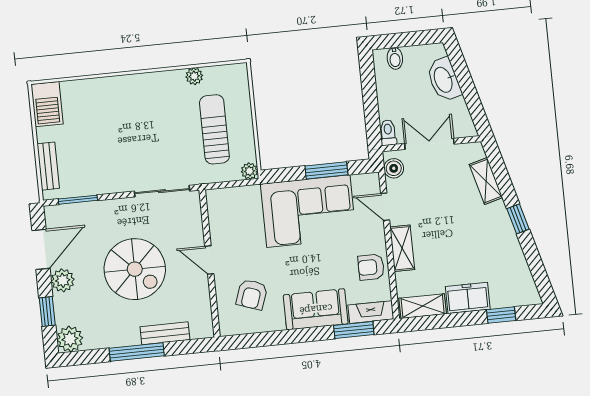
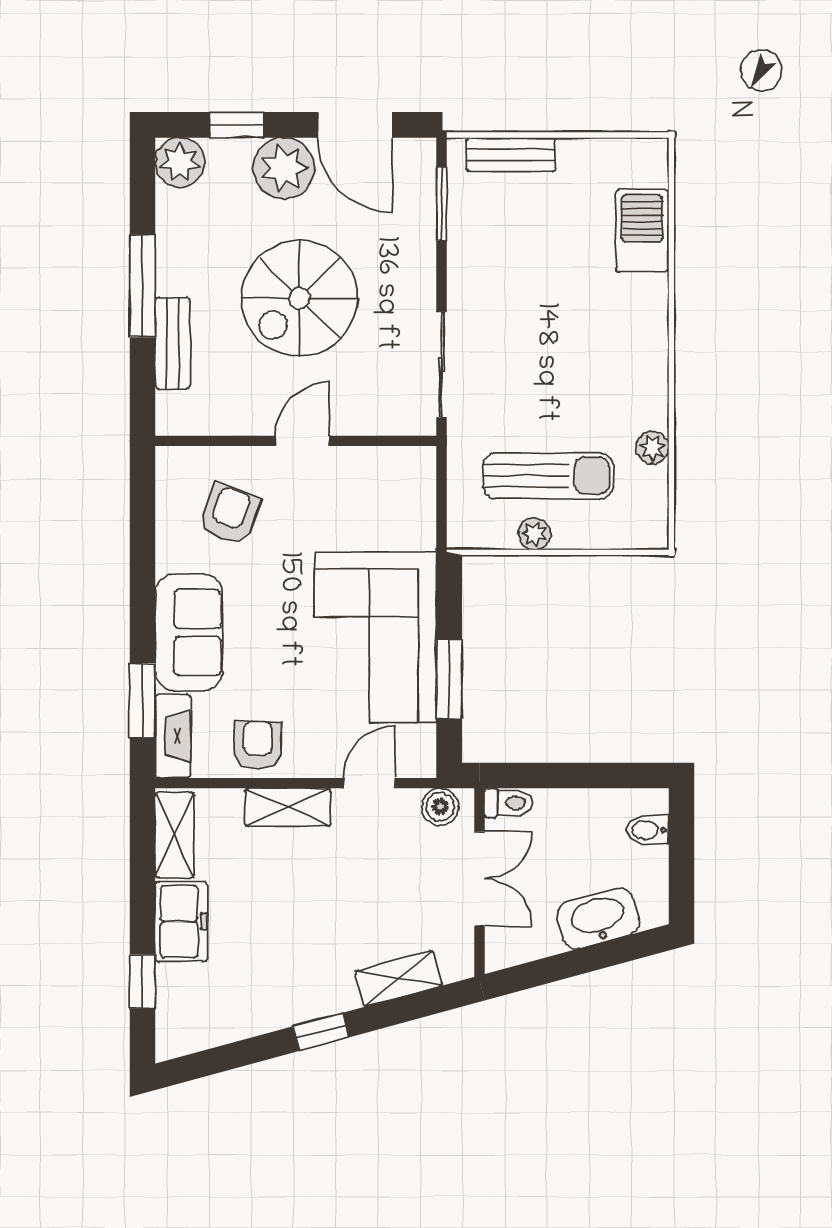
barbecue: (47, 104) -> (642, 231), moved, turned 90
plant: (249, 171) -> (534, 534), moved
plant: (63, 280) -> (284, 168), width x1.36, depth x1.36
armchair: (252, 294) -> (229, 514), turned 91

